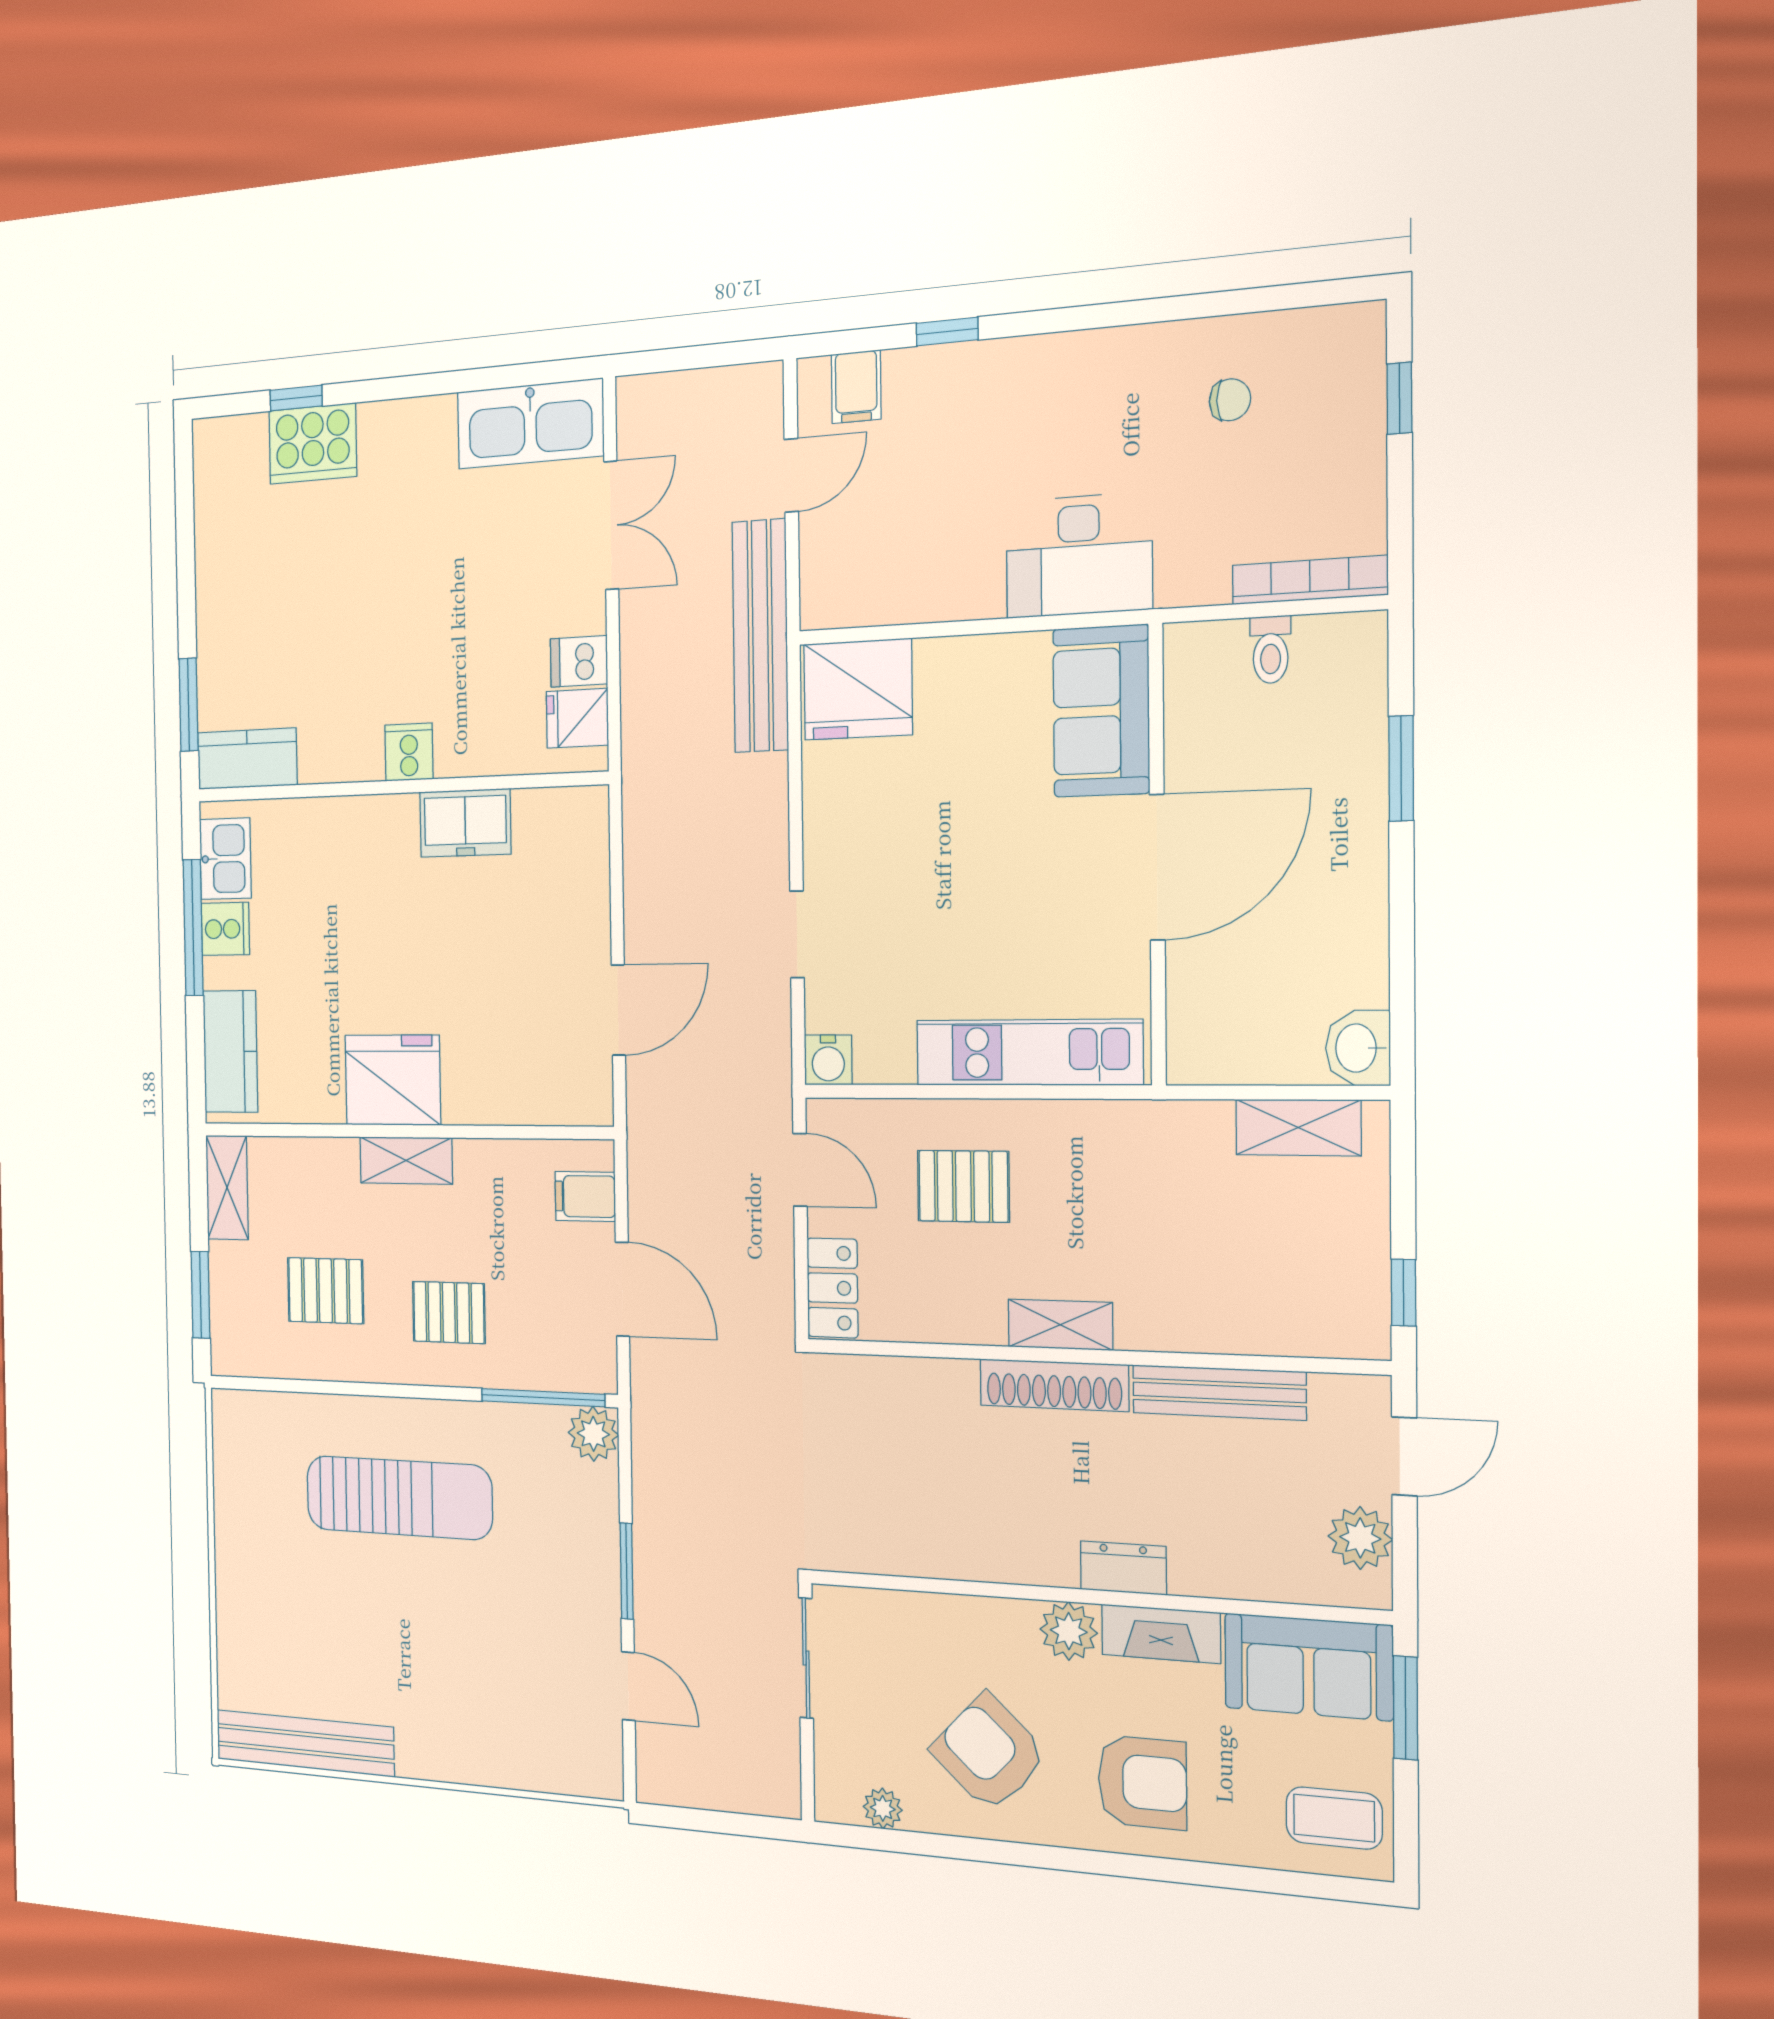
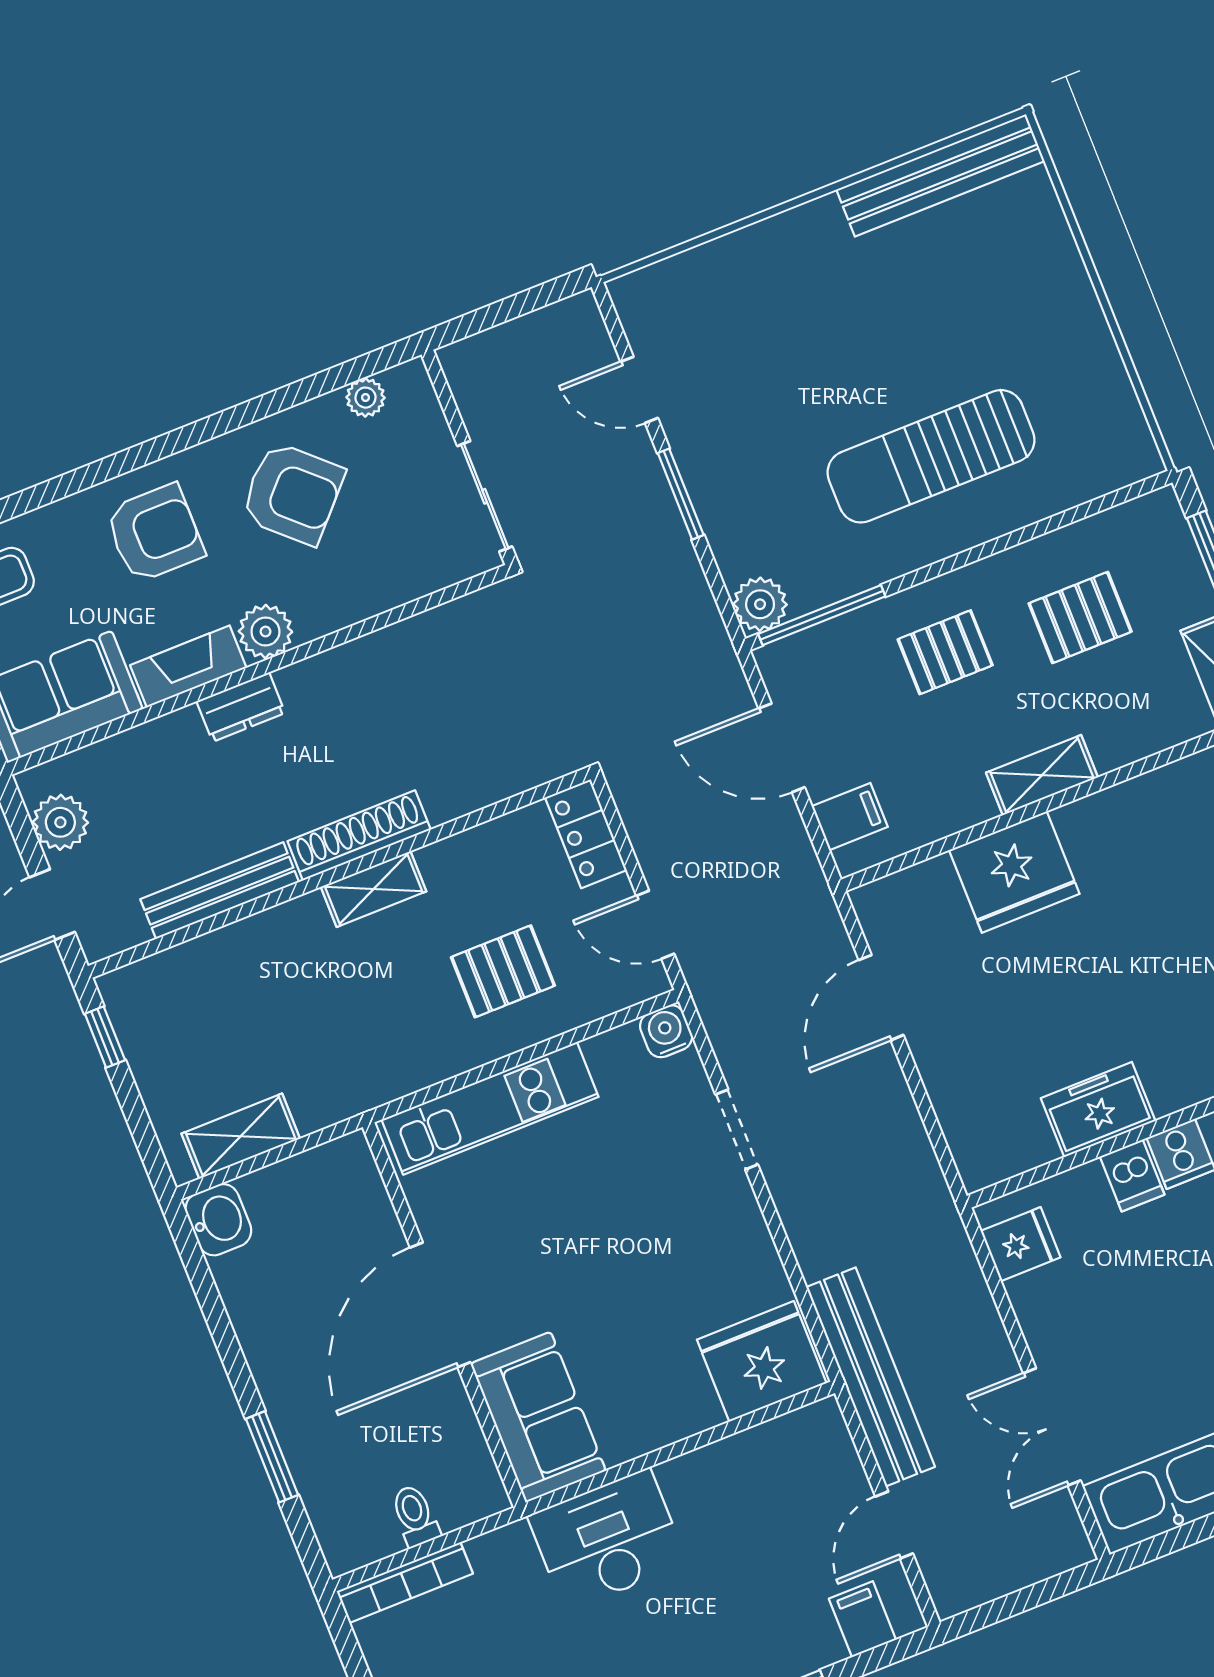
dishwasher: (579, 661) -> (1132, 1175), moved, turned 90
fridge: (393, 1080) -> (1014, 872), moved
armchair: (1142, 1782) -> (155, 533), turned 180

